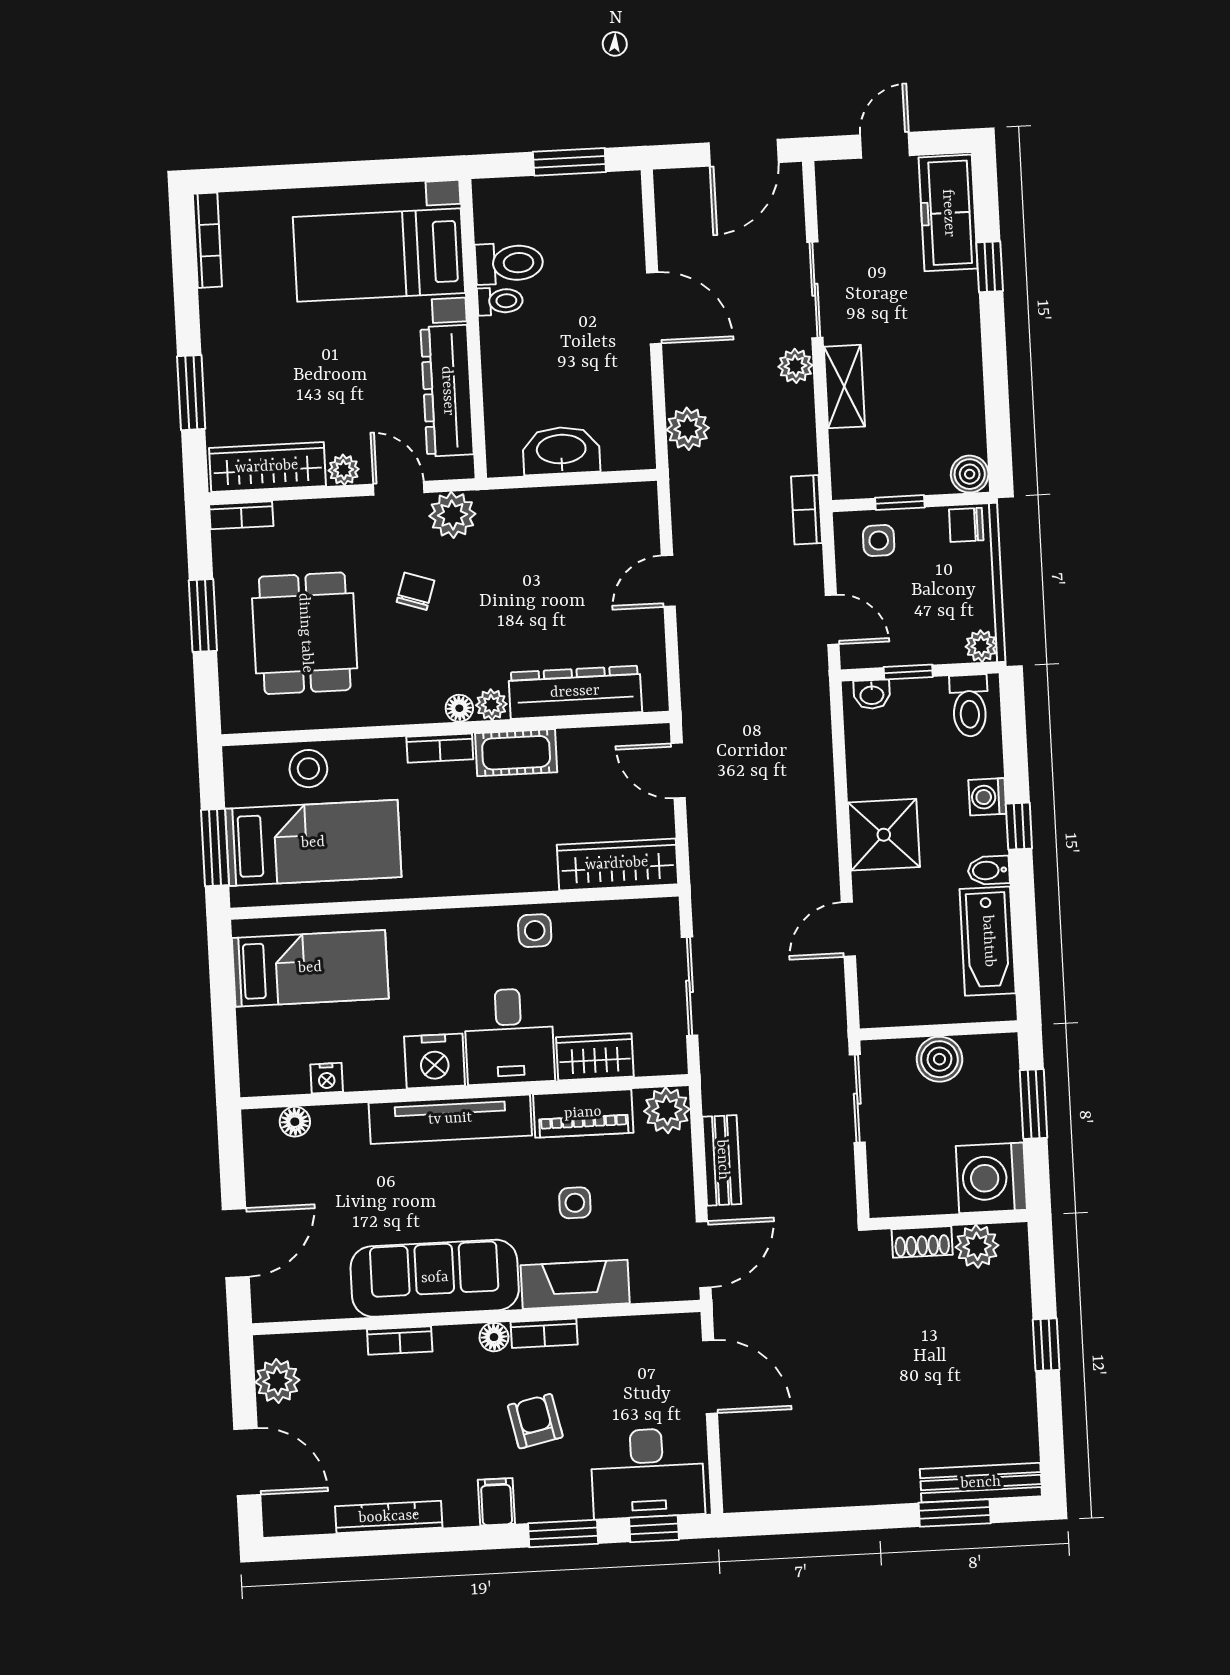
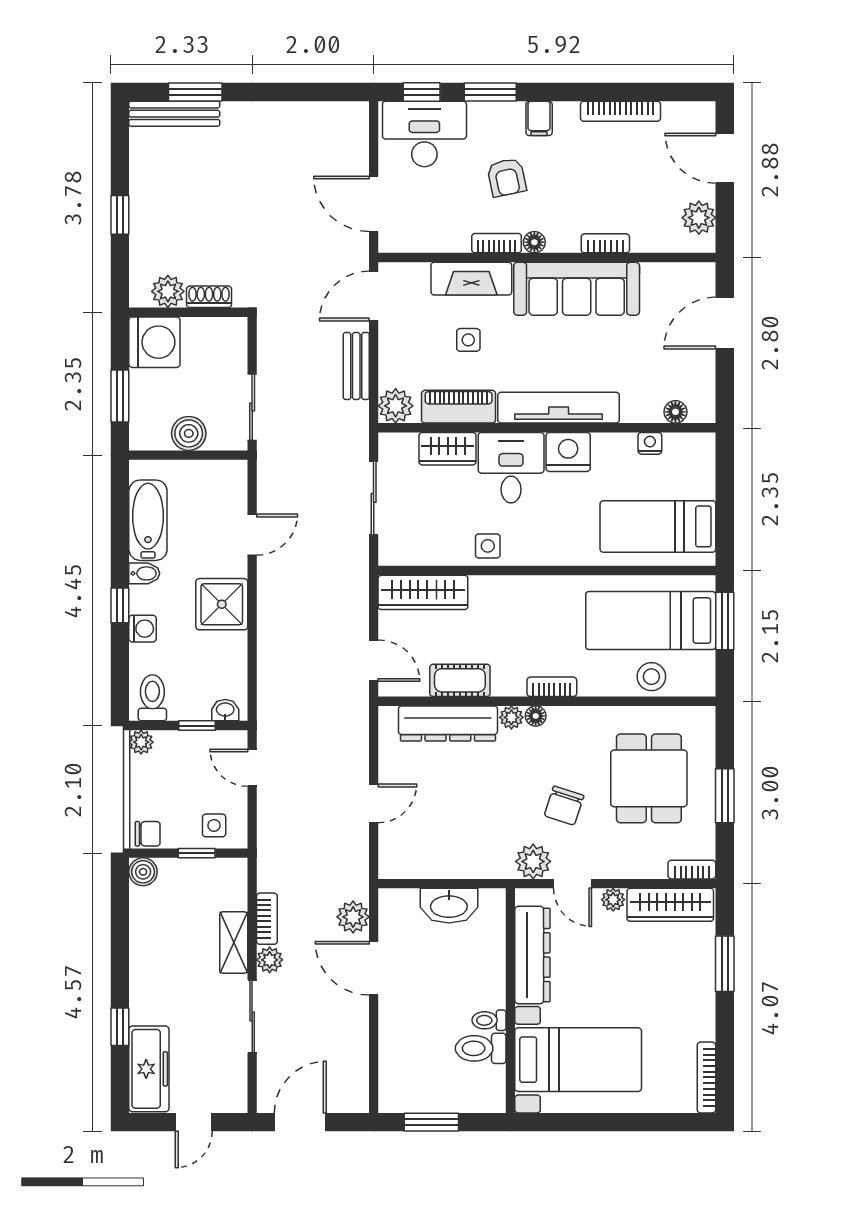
door: (654, 308) -> (374, 968), moved
bookcase: (807, 510) -> (267, 919), moved
chair: (415, 591) -> (564, 806), width x1.37, depth x1.37
cot: (516, 753) -> (460, 680), moved

